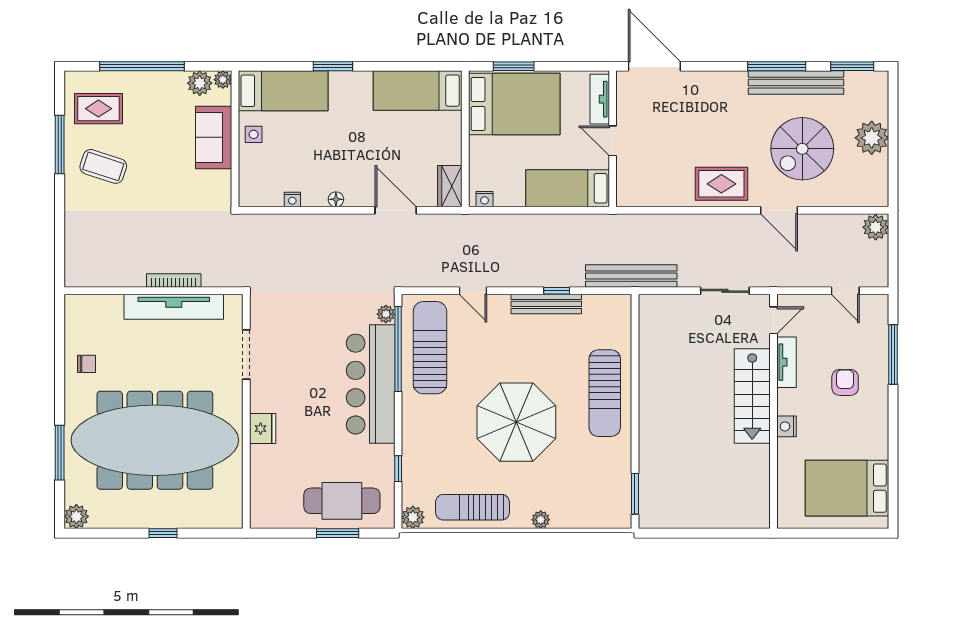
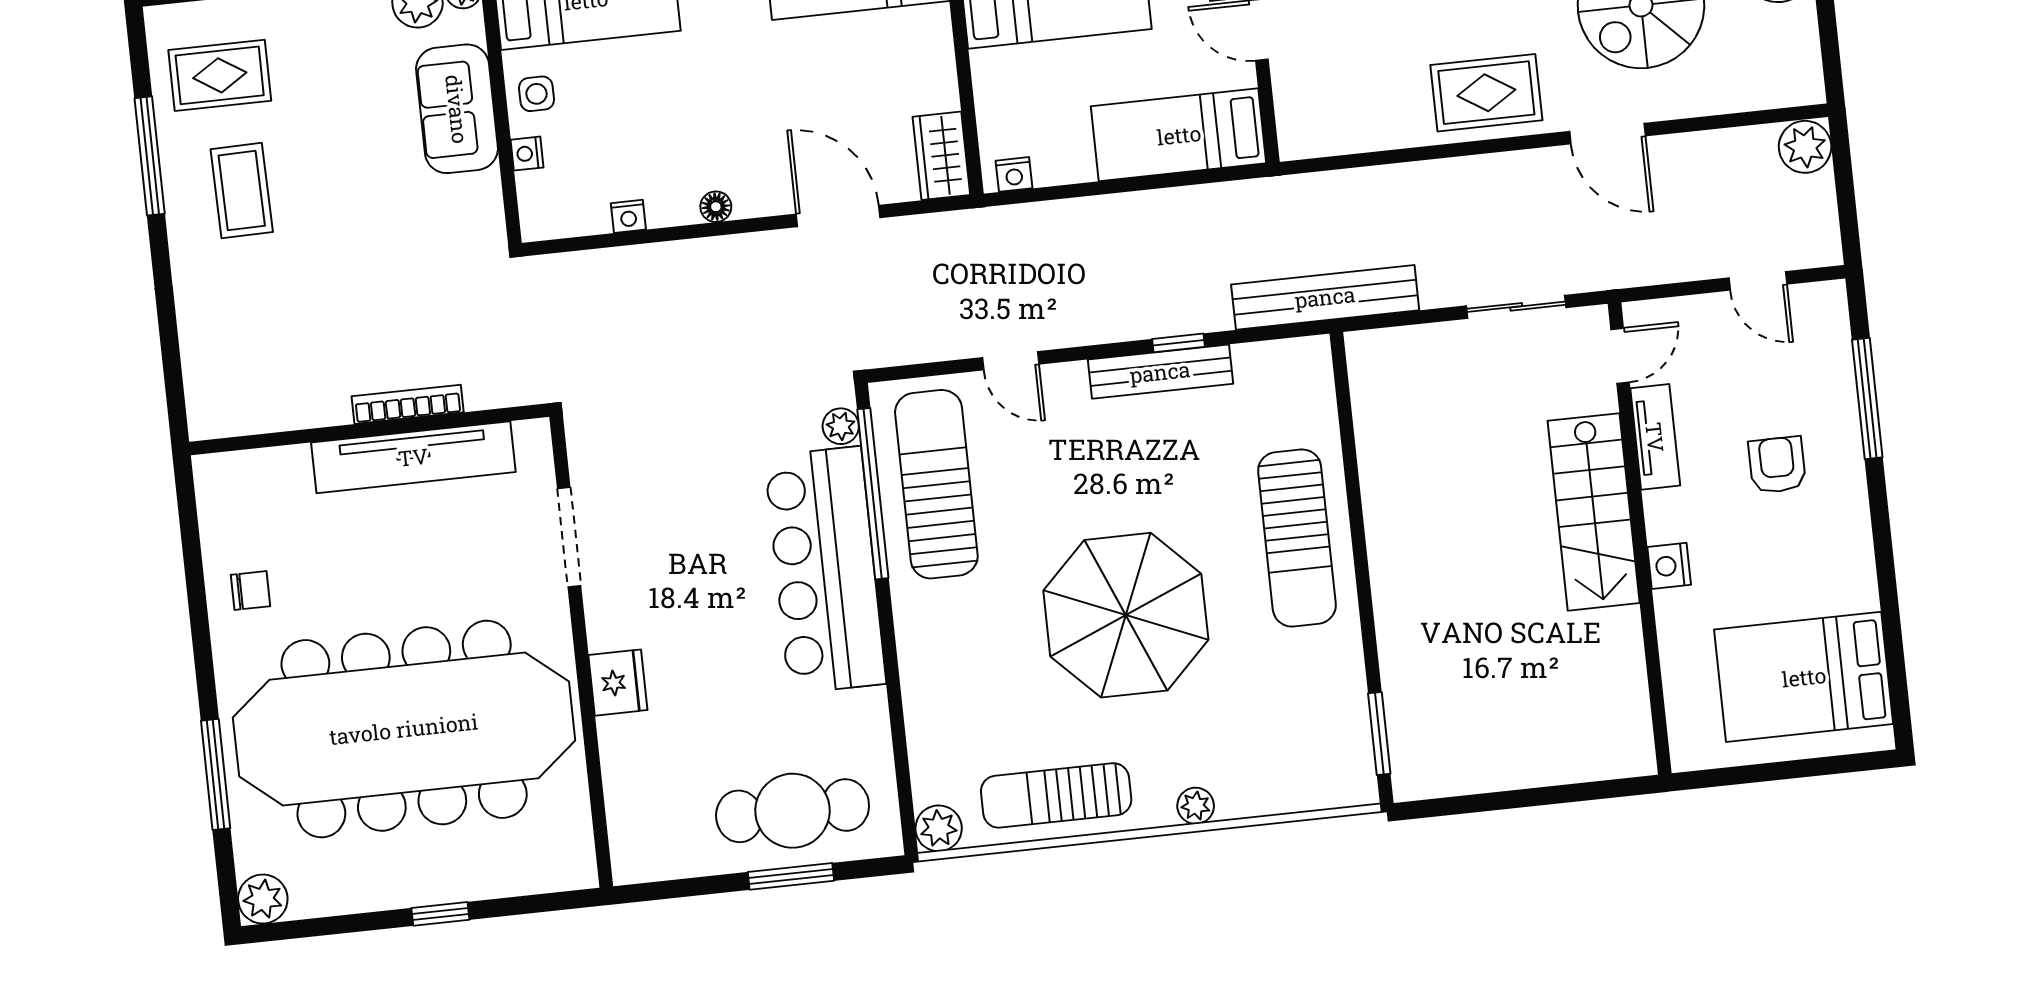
nightstand: (246, 163) -> (527, 154), added
coffee table: (103, 166) -> (242, 191), turned 71
window: (398, 469) -> (898, 734), removed

